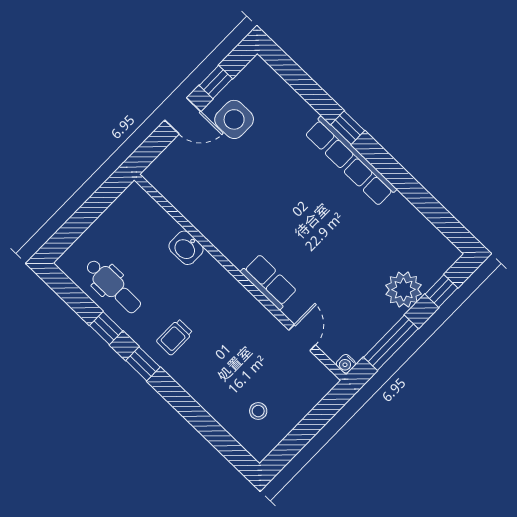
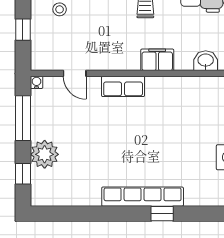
washbasin: (186, 248) -> (206, 61), moved
filing cabinet: (213, 275) -> (157, 60), added
window: (311, 425) -> (23, 30), added

